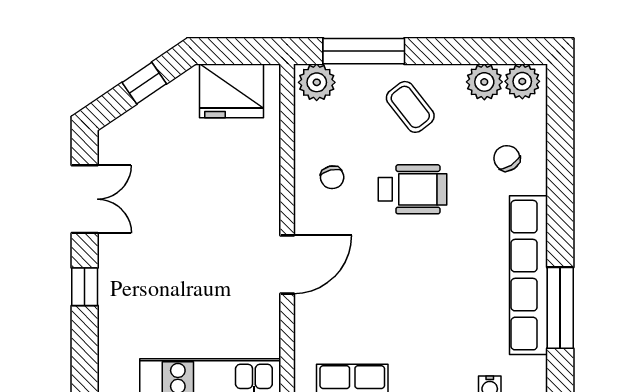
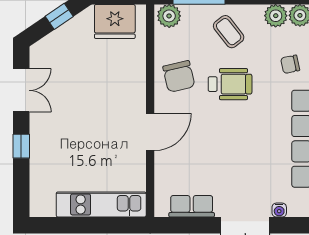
chair: (507, 158) -> (290, 64), turned -69
chair: (332, 177) -> (179, 76), width x1.87, depth x1.87

